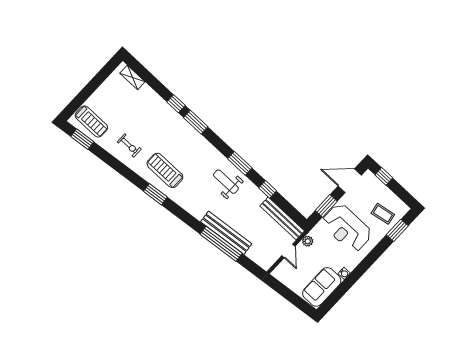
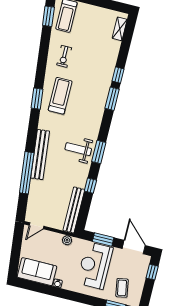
weight bench: (226, 182) -> (78, 149), turned -90
bench: (226, 233) -> (40, 155), moved
door: (288, 251) -> (36, 226), moved

